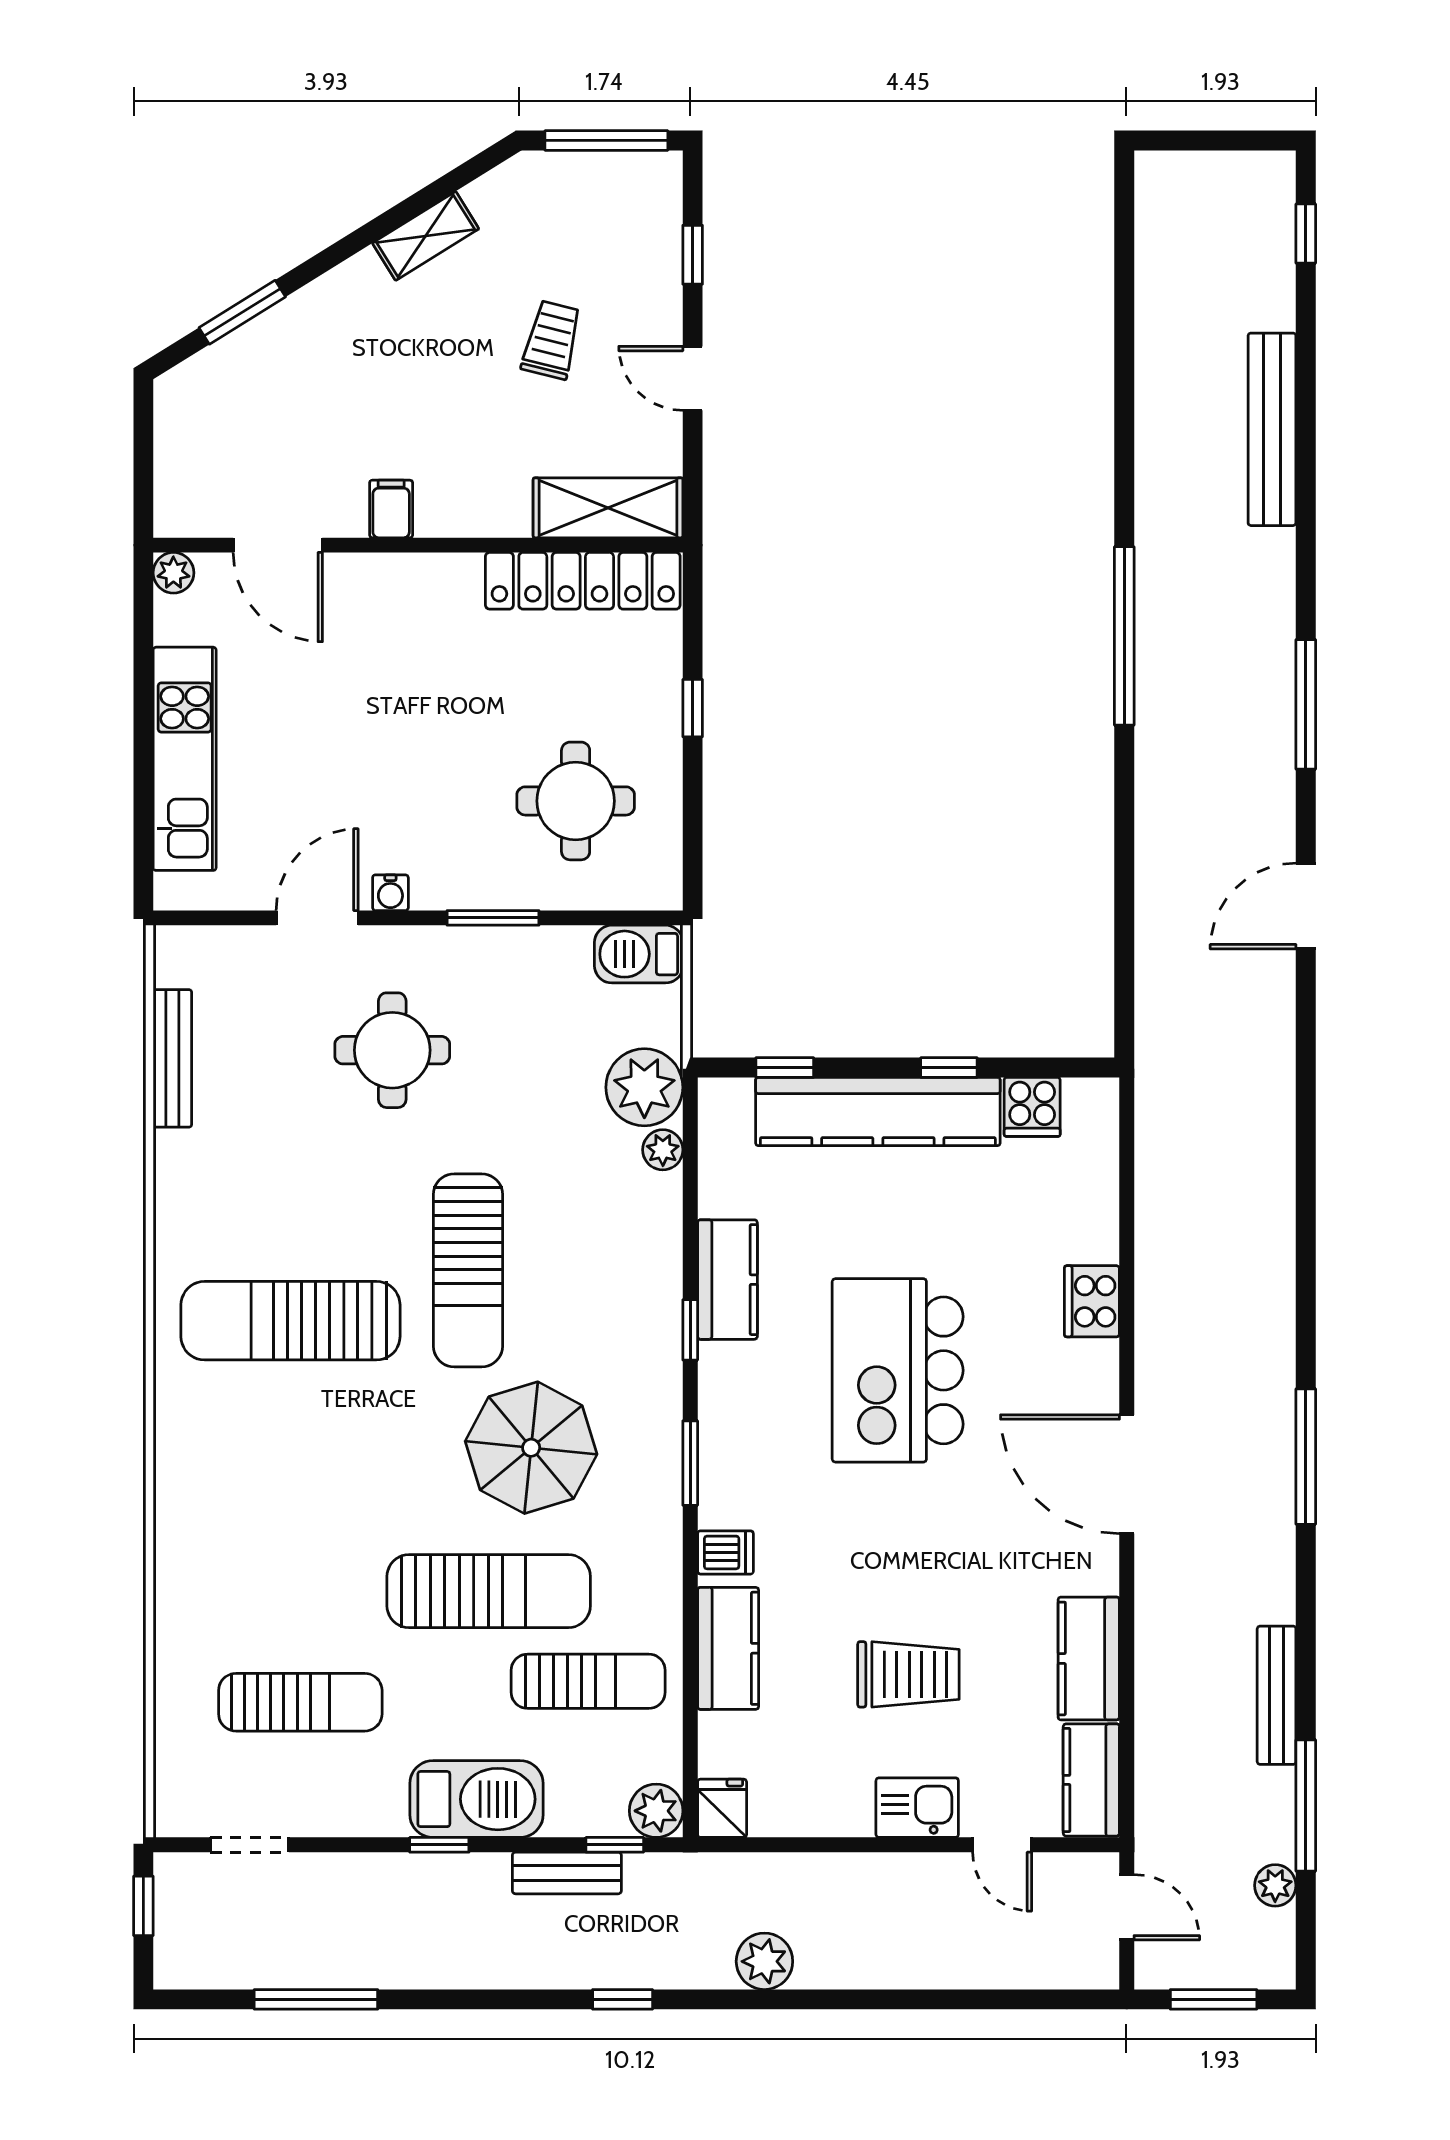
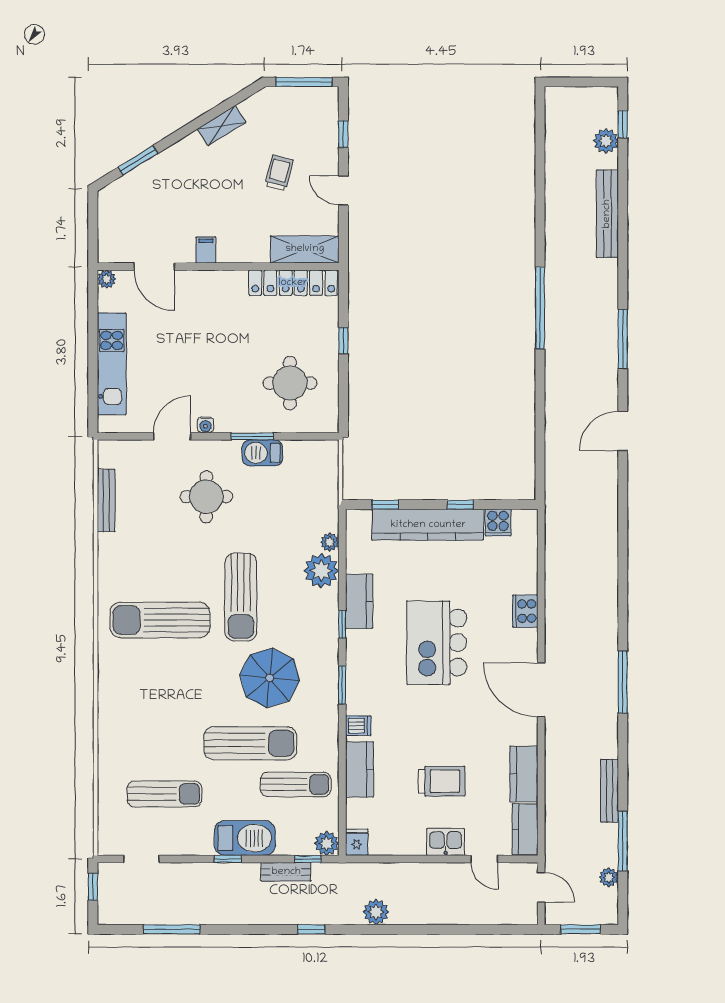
plant: (1269, 270) -> (606, 141), added
barbecue: (639, 954) -> (262, 453), moved
plant: (644, 1087) -> (321, 571), moved

